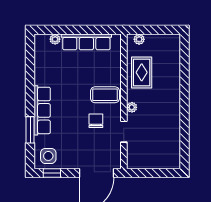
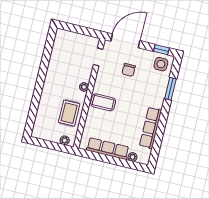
row of seats: (42, 110) -> (151, 128), moved
chair: (96, 121) -> (129, 70), moved
doorway: (124, 132) -> (98, 57), moved

